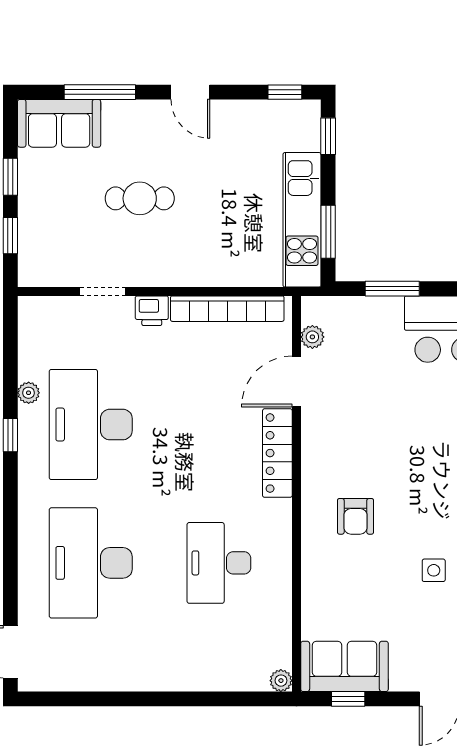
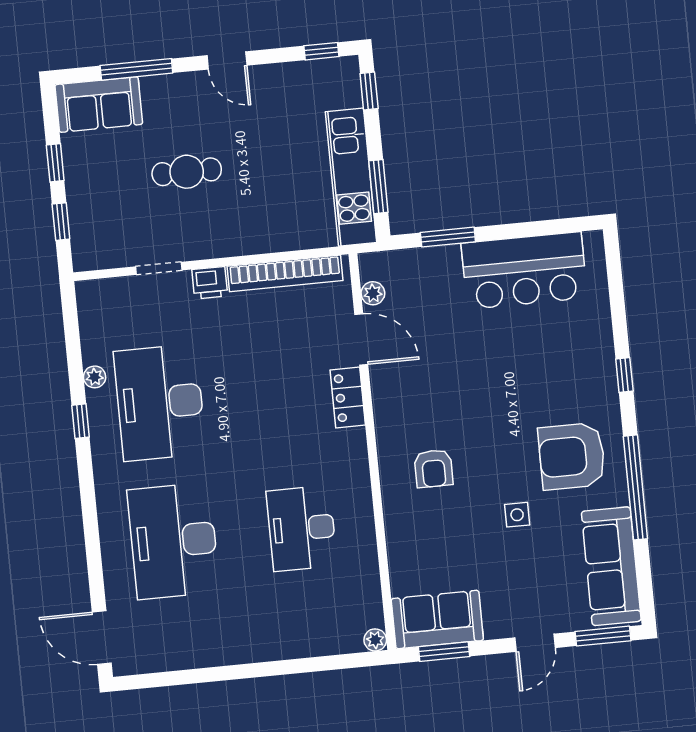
door: (296, 381) -> (361, 339), swing flipped
locker: (277, 453) -> (348, 397), width x0.66
window: (348, 699) -> (444, 652), width x1.50

